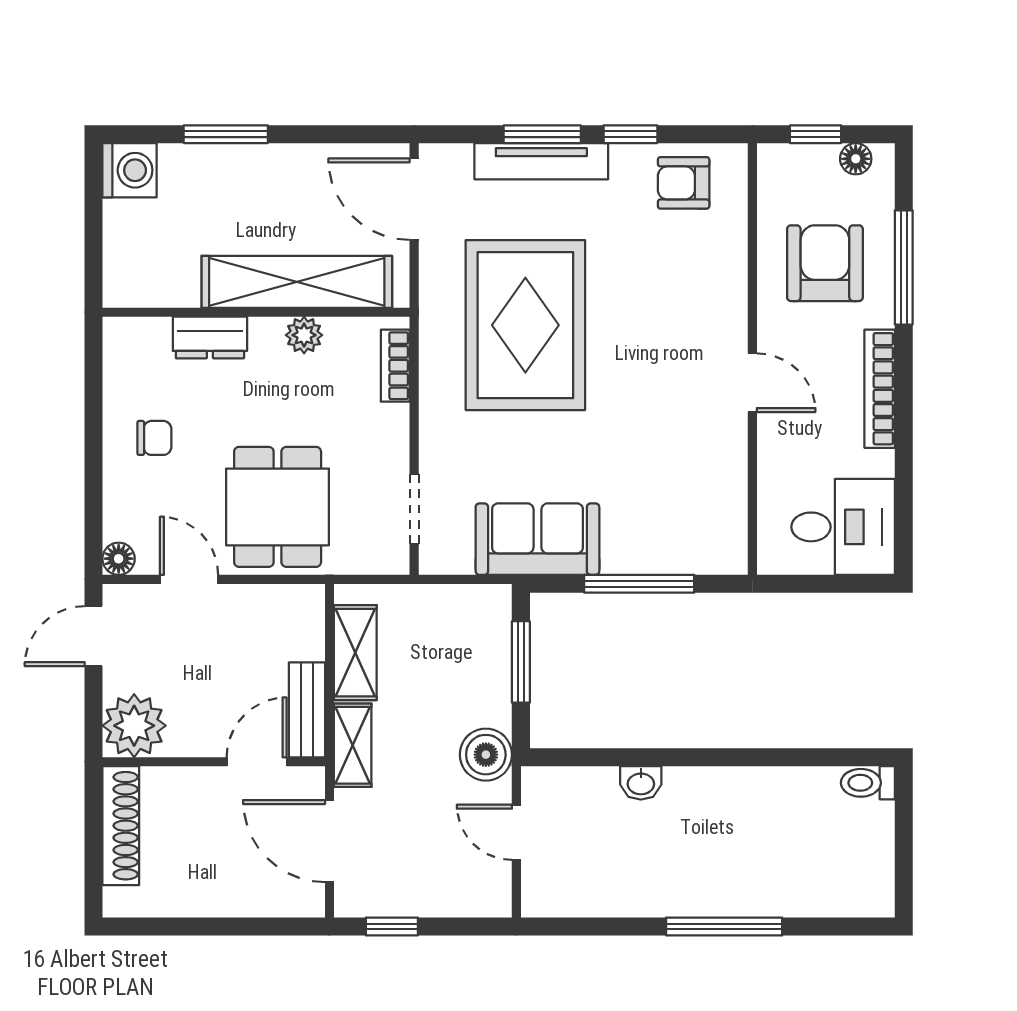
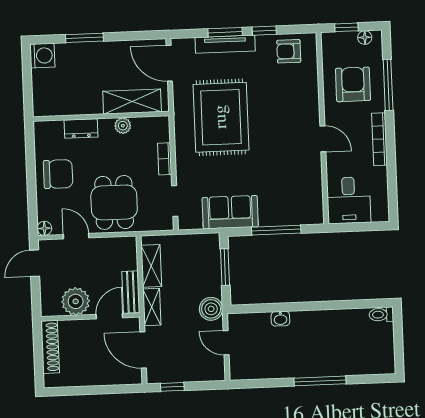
shelving: (297, 282) -> (132, 102), width x0.68
bookcase: (395, 366) -> (165, 159), moved
chair: (154, 438) -> (58, 174), width x1.87, depth x1.87
desk: (843, 527) -> (349, 200), moved, turned 90
plant: (134, 726) -> (76, 301), moved

